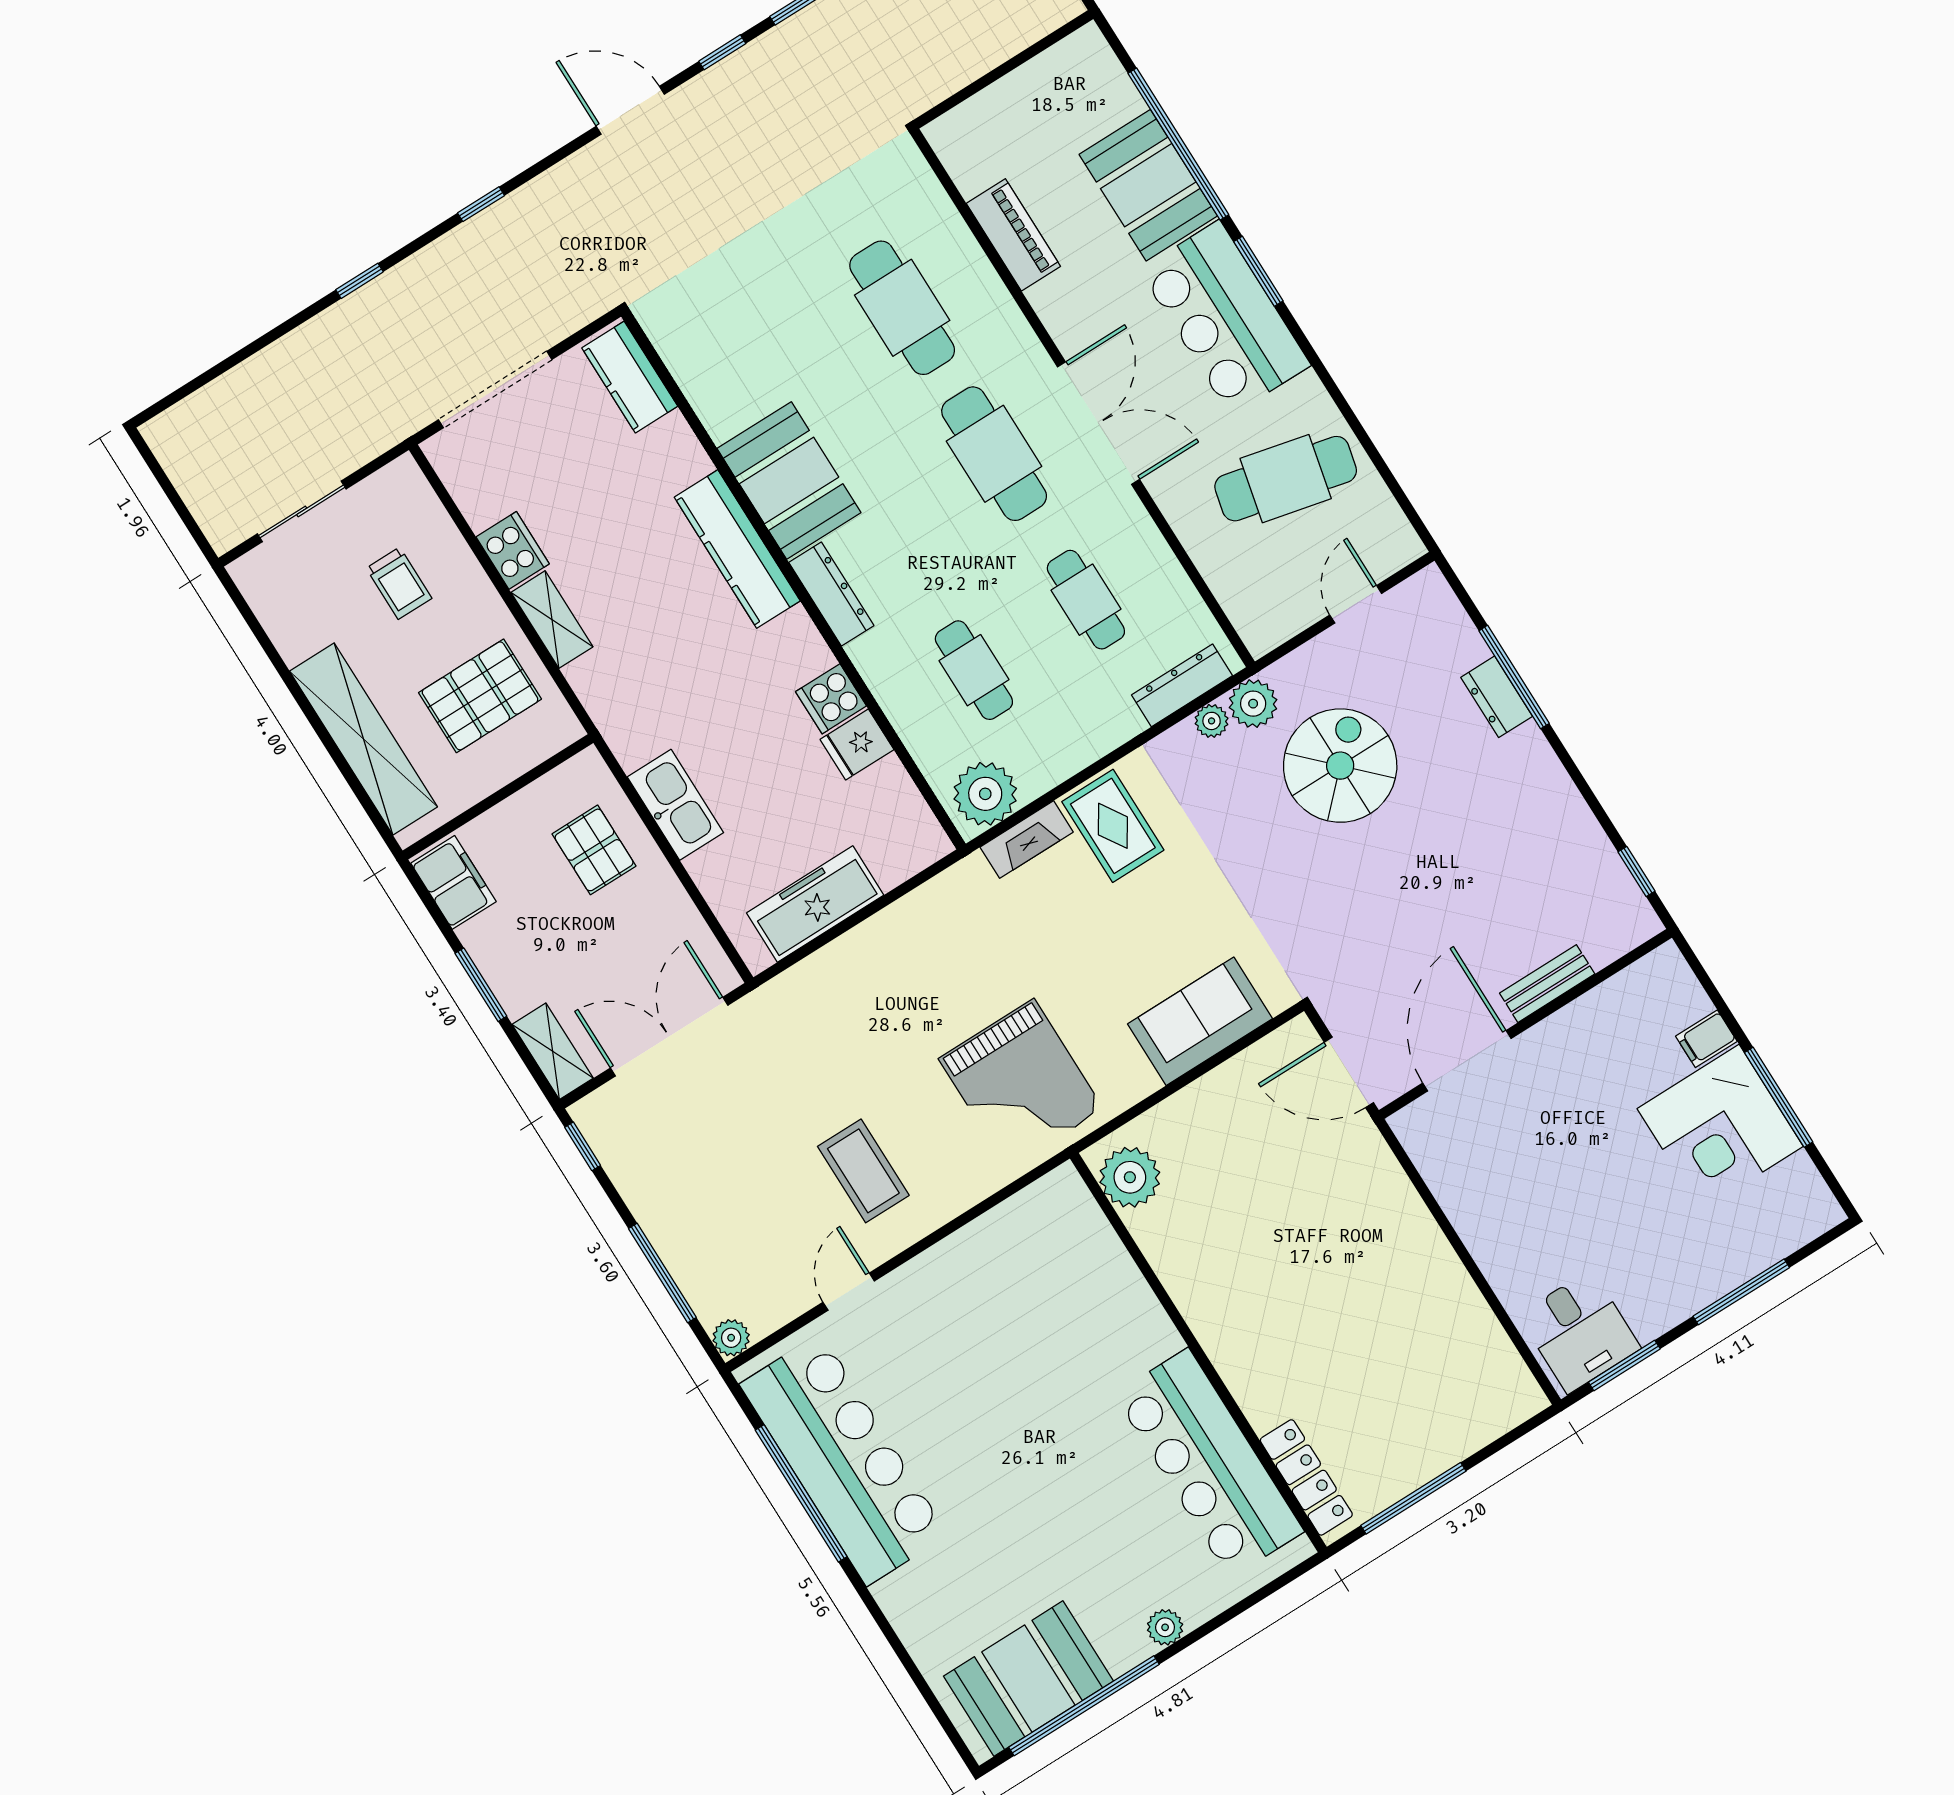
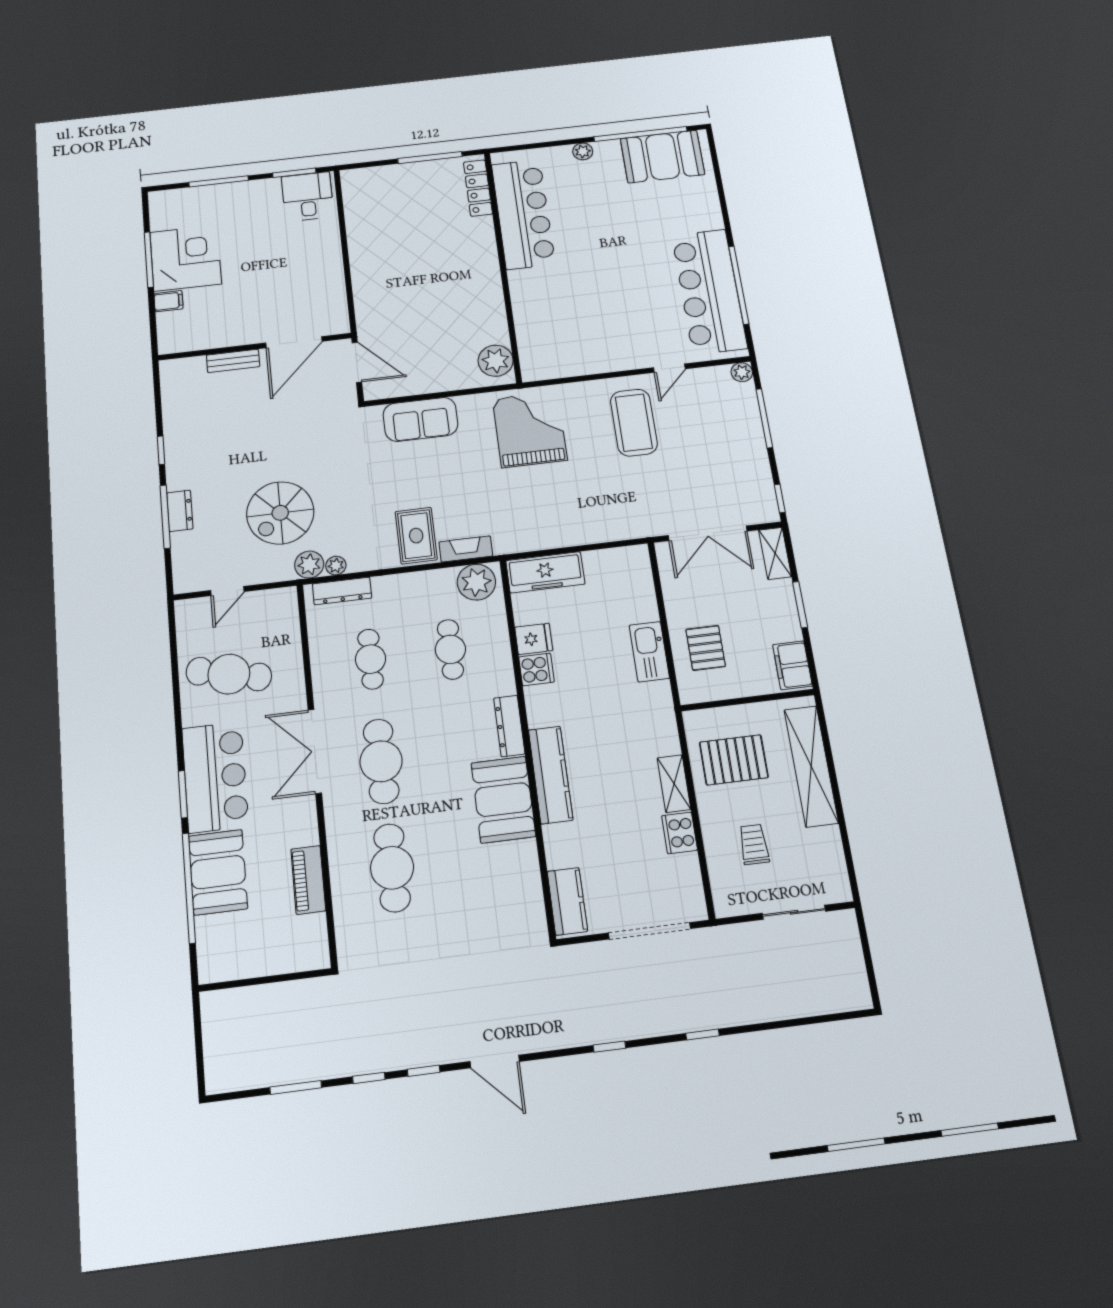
window: (1636, 872) -> (161, 450), moved
freezer: (815, 904) -> (545, 572), moved
coffee table: (863, 1171) -> (634, 423), width x1.36, depth x1.32

